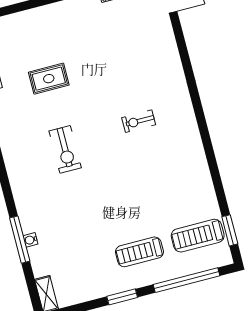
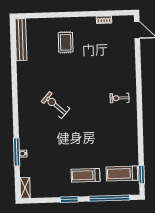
rug: (49, 79) -> (66, 42), moved, turned 90
exercise bike: (139, 121) -> (119, 98), moved
exercise bike: (65, 149) -> (55, 105), turned 132

